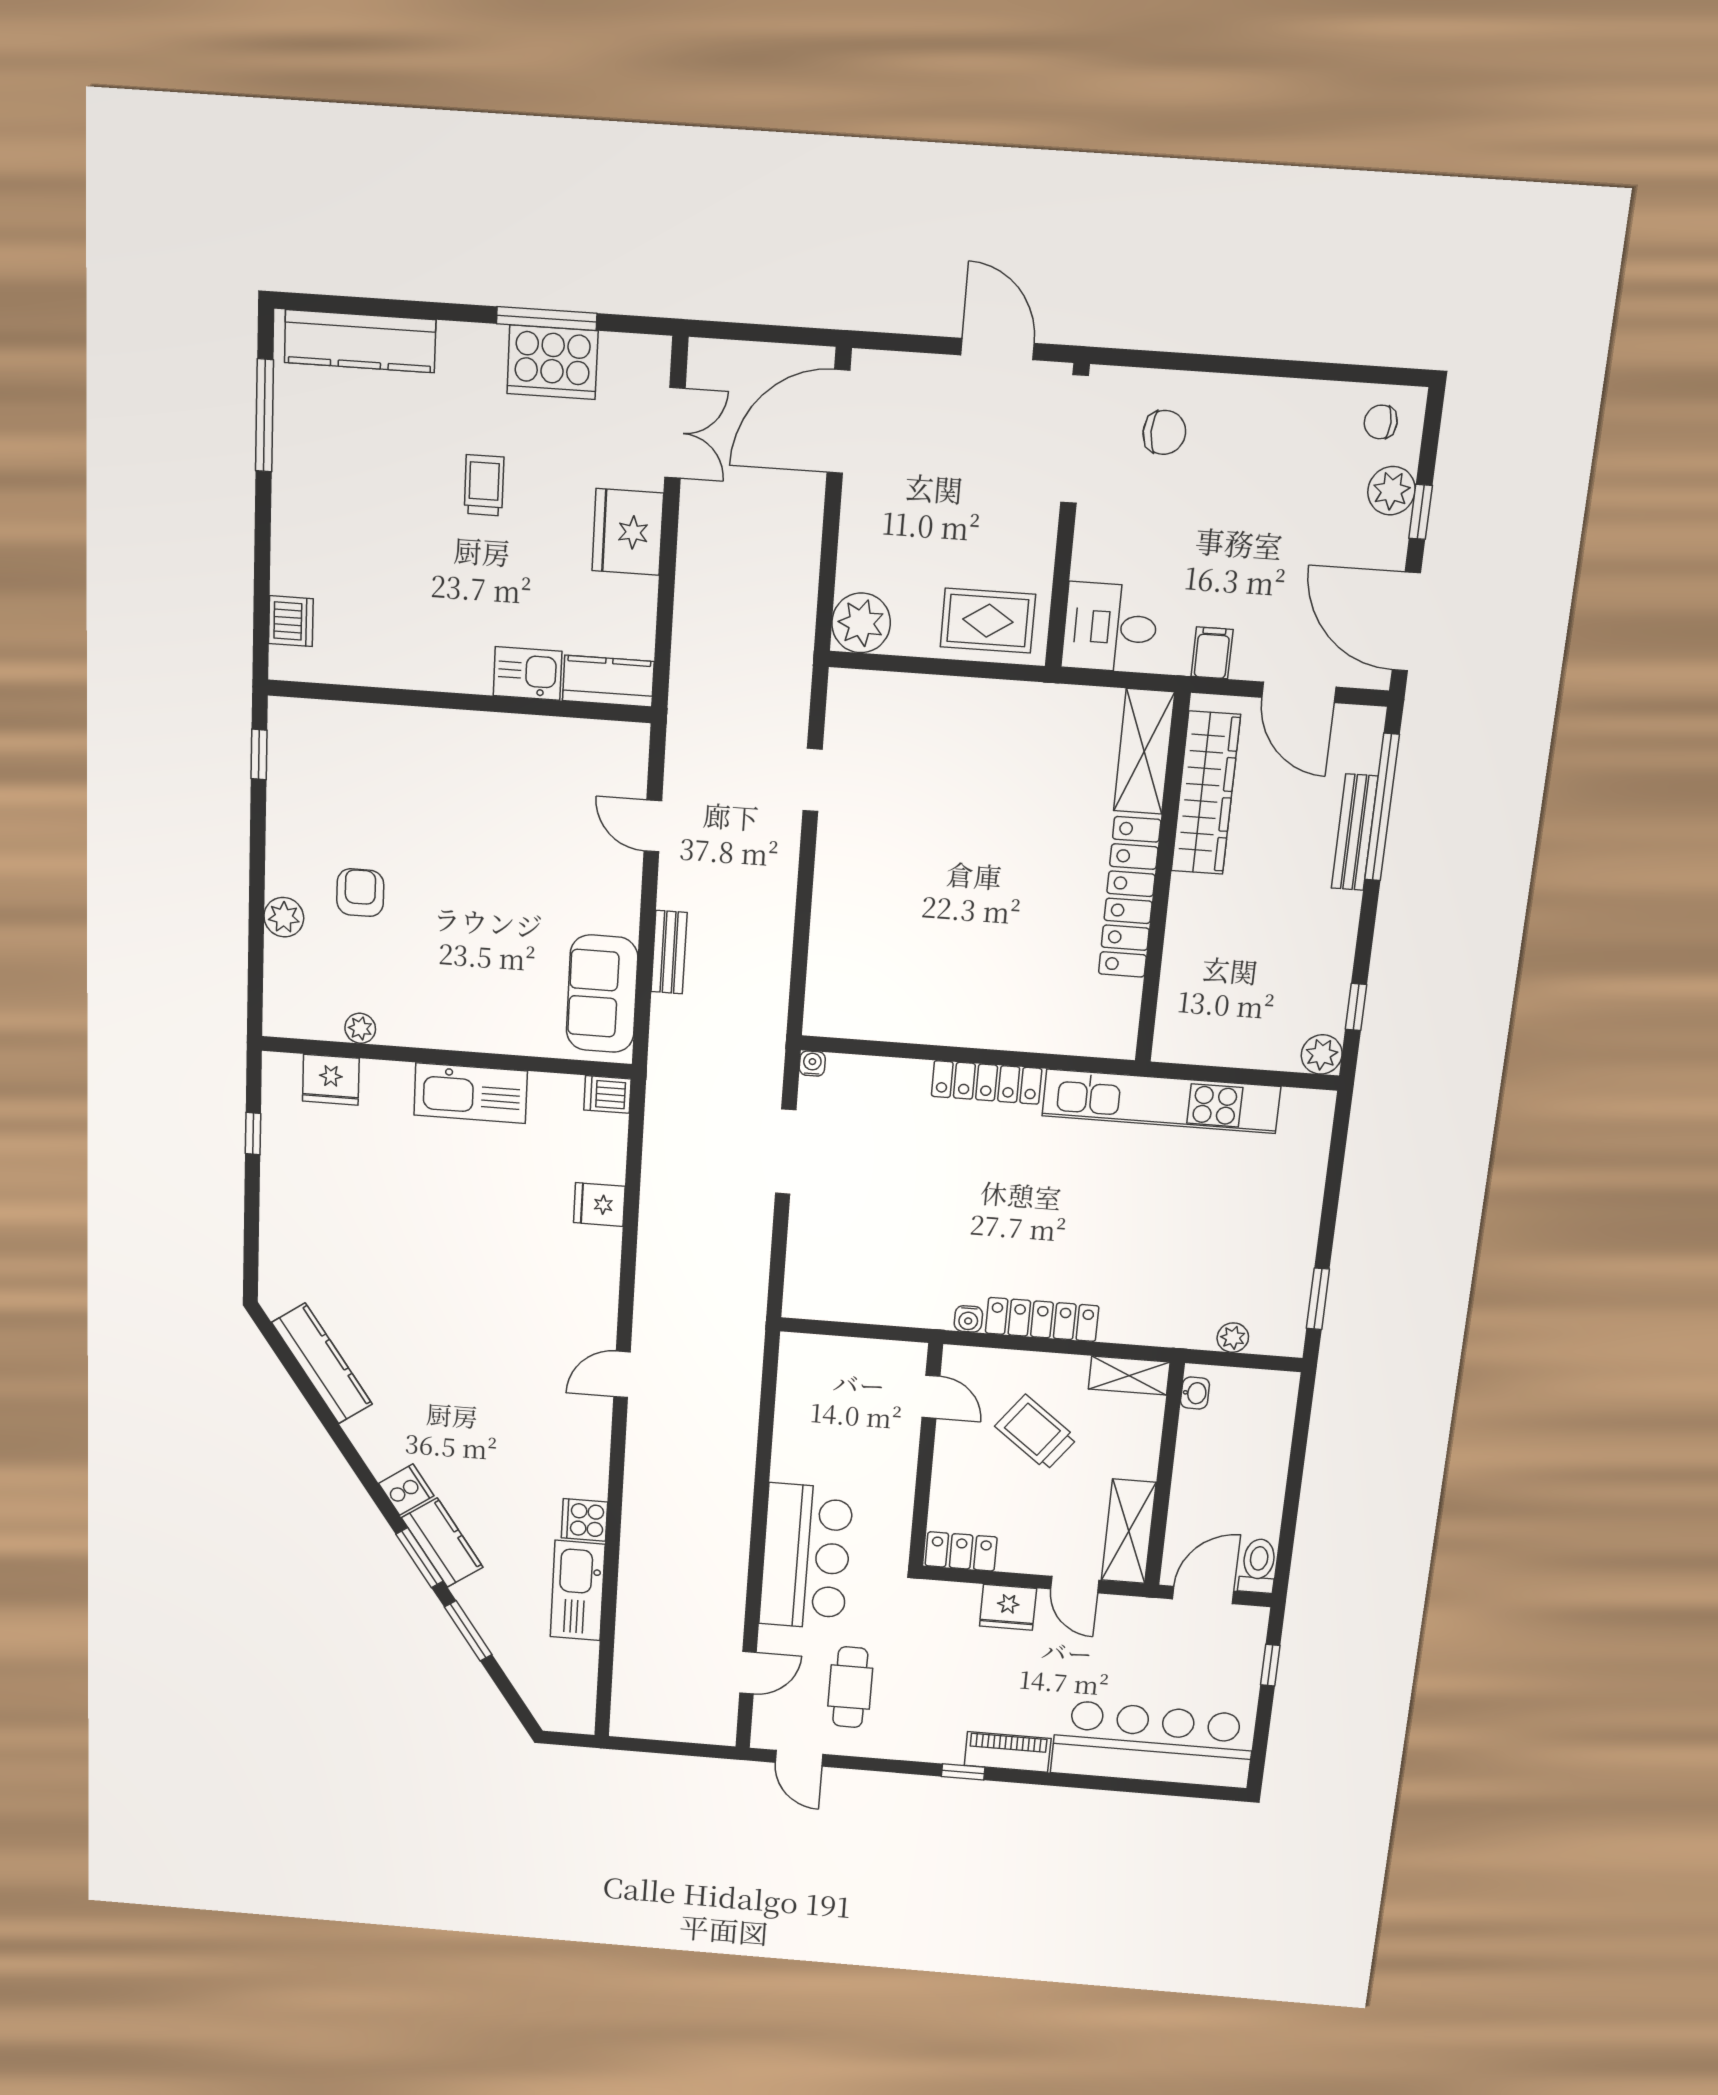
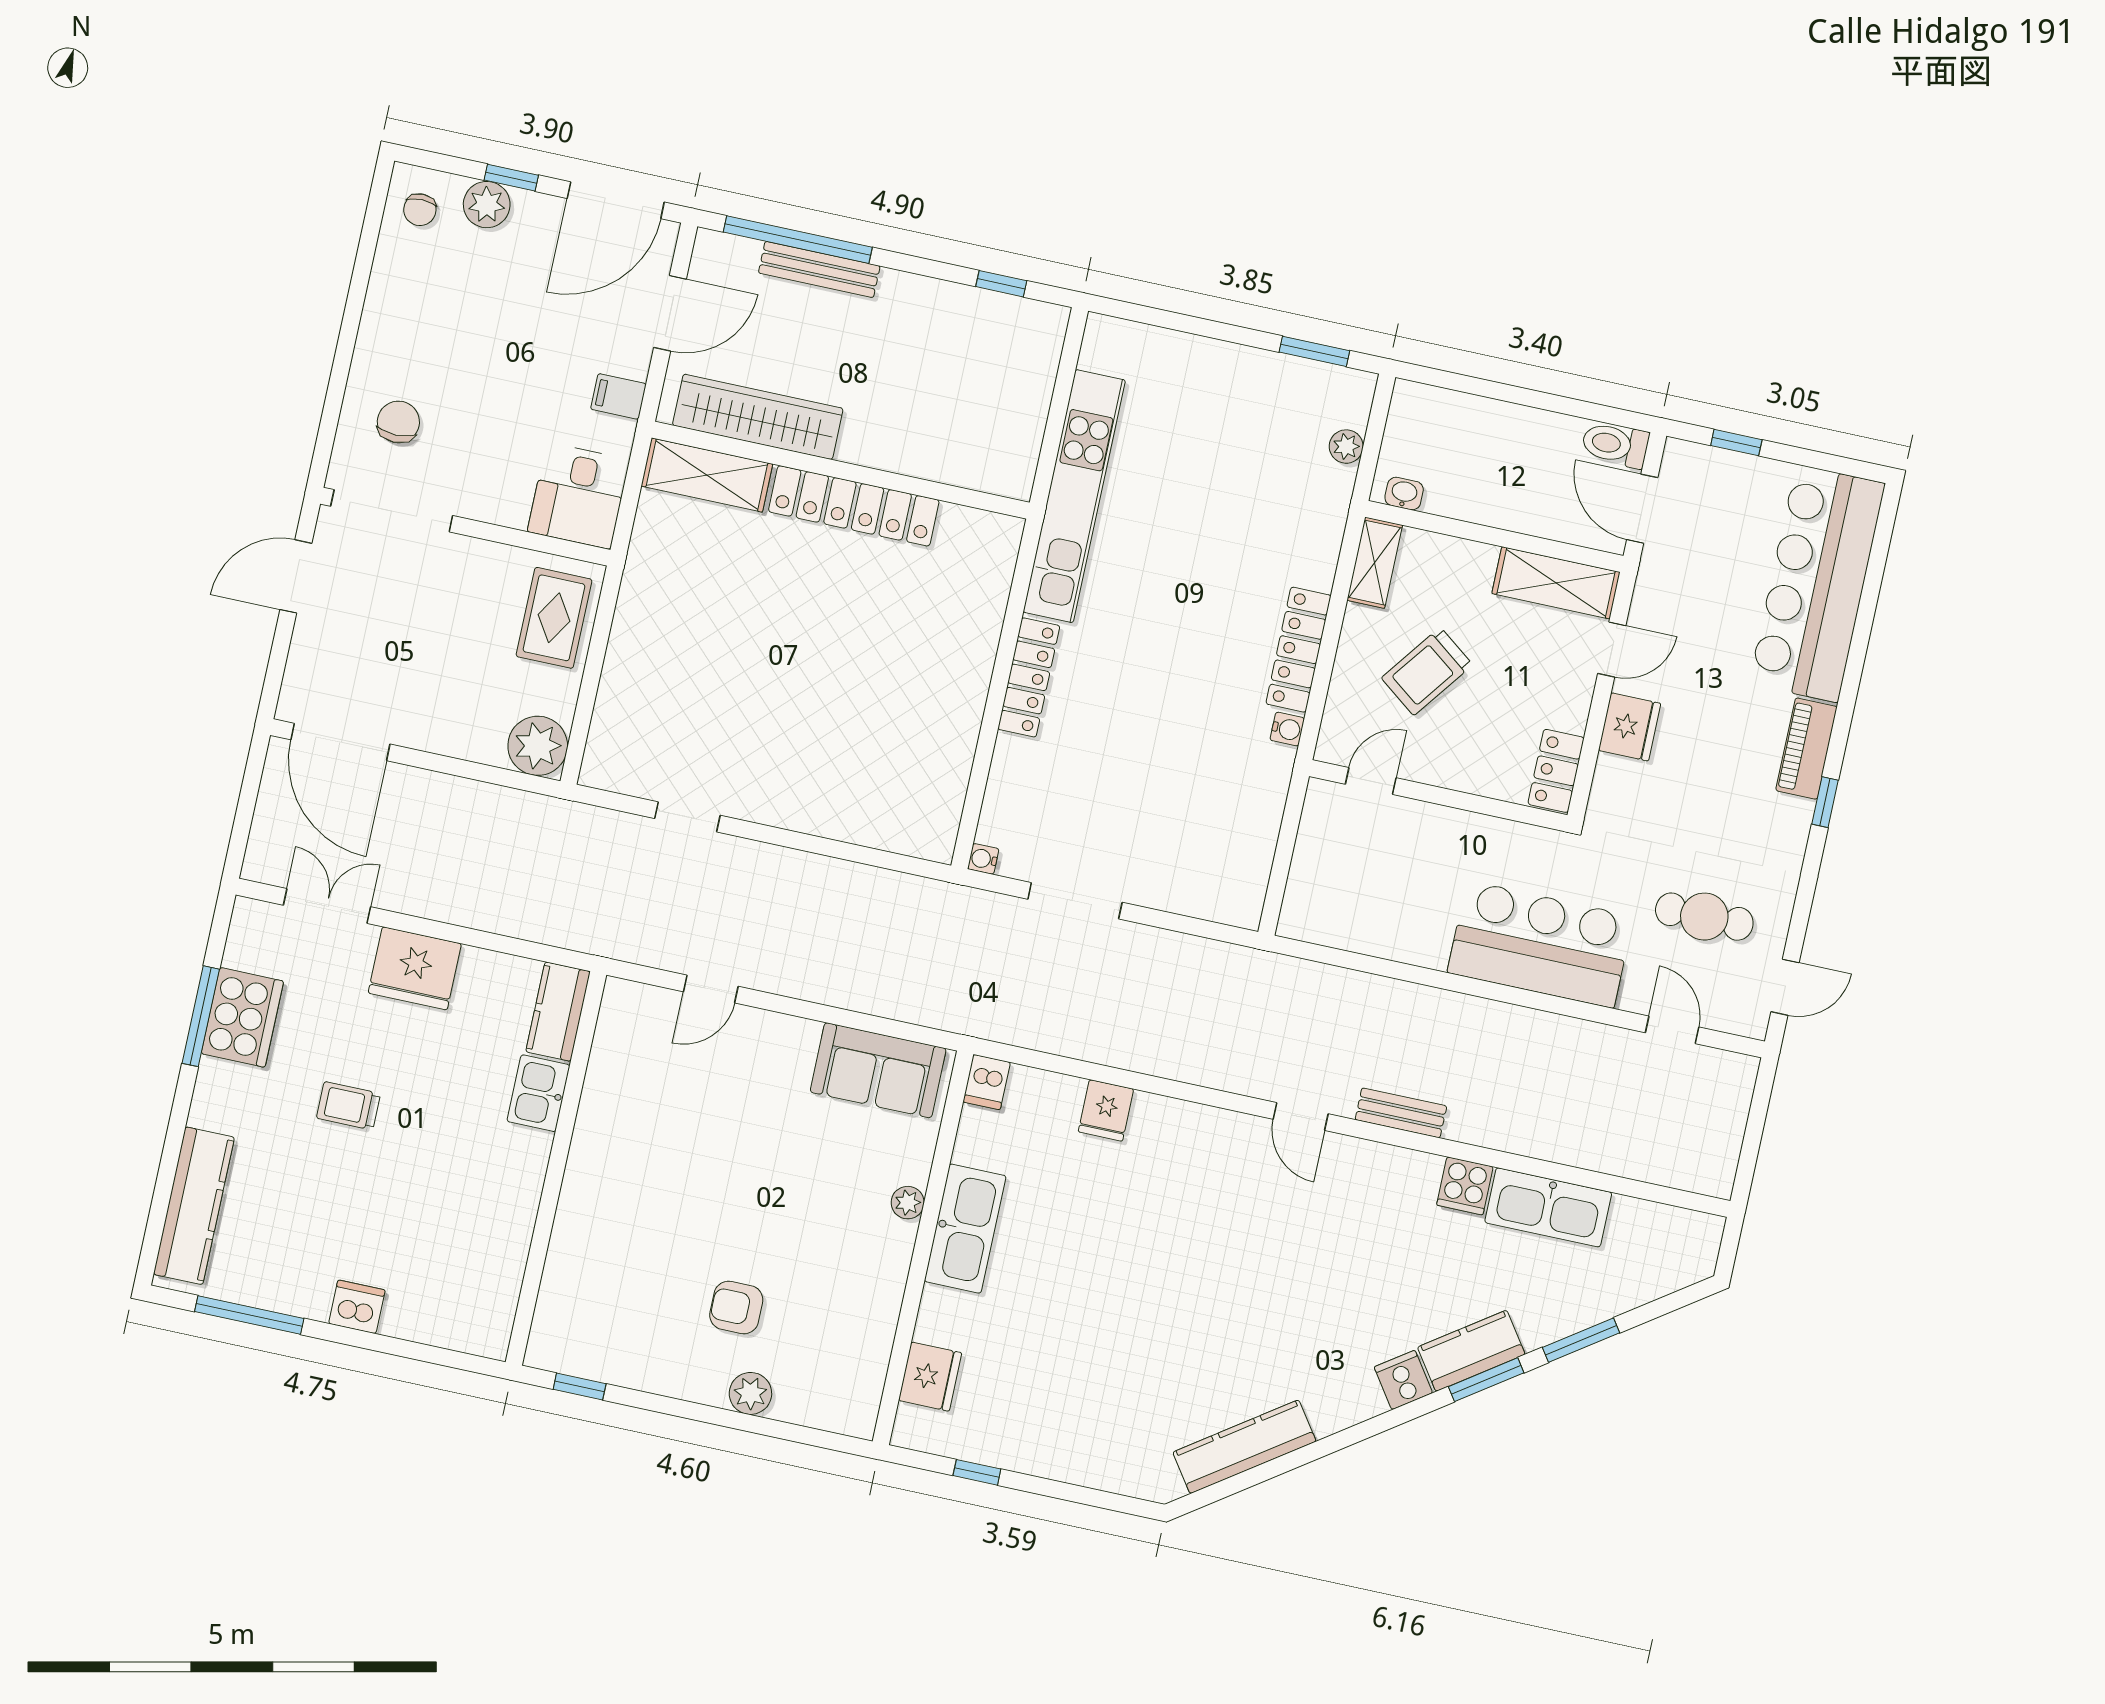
dishwasher: (291, 621) -> (357, 1307), moved
bench: (669, 952) -> (1401, 1113), moved
plant: (360, 1028) -> (908, 1203), moved
plant: (1322, 1054) -> (1047, 324), removed

